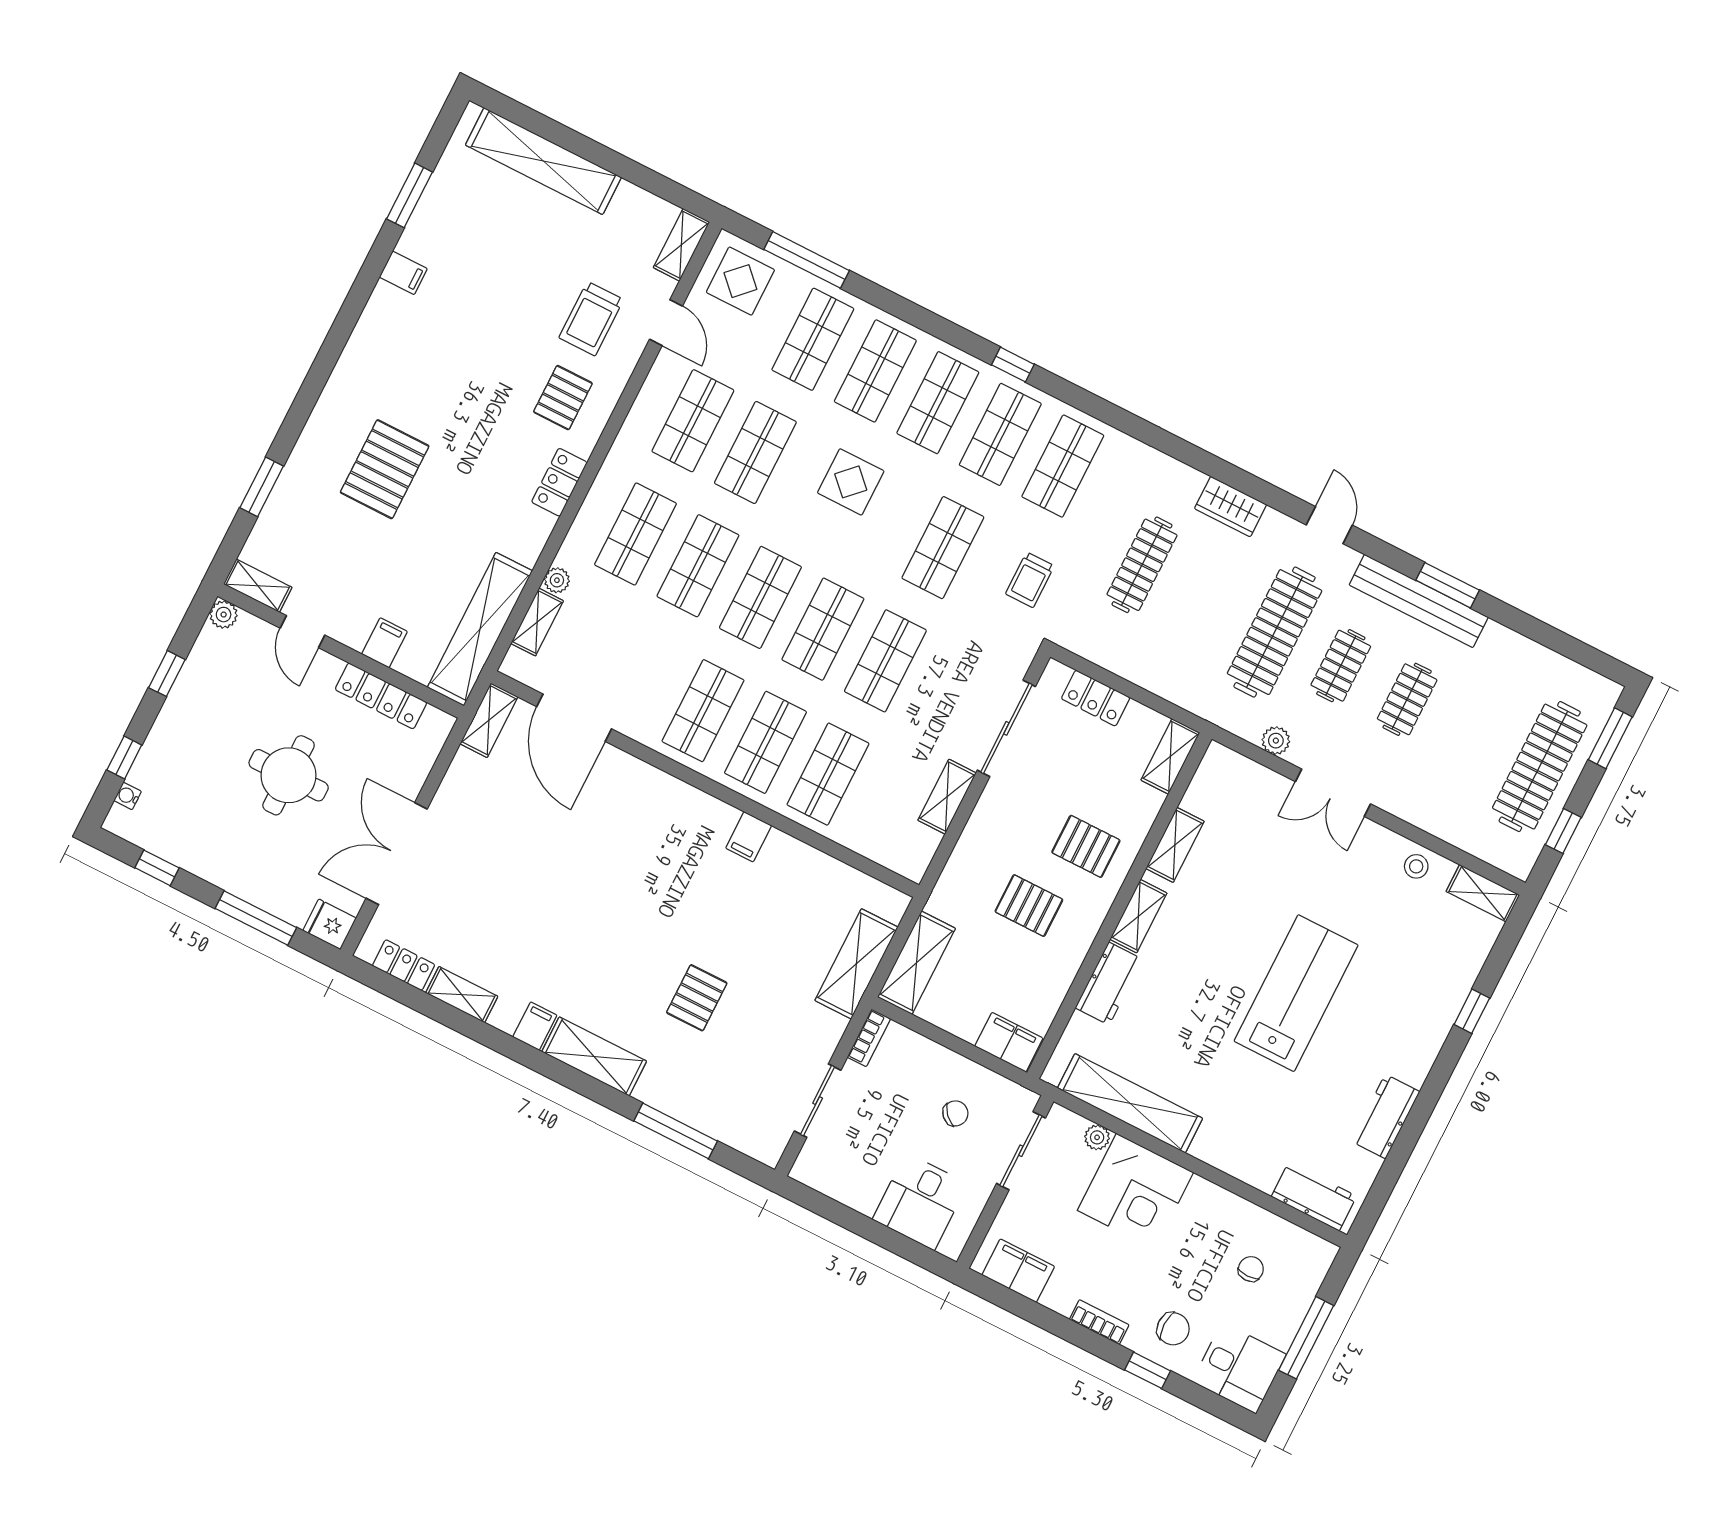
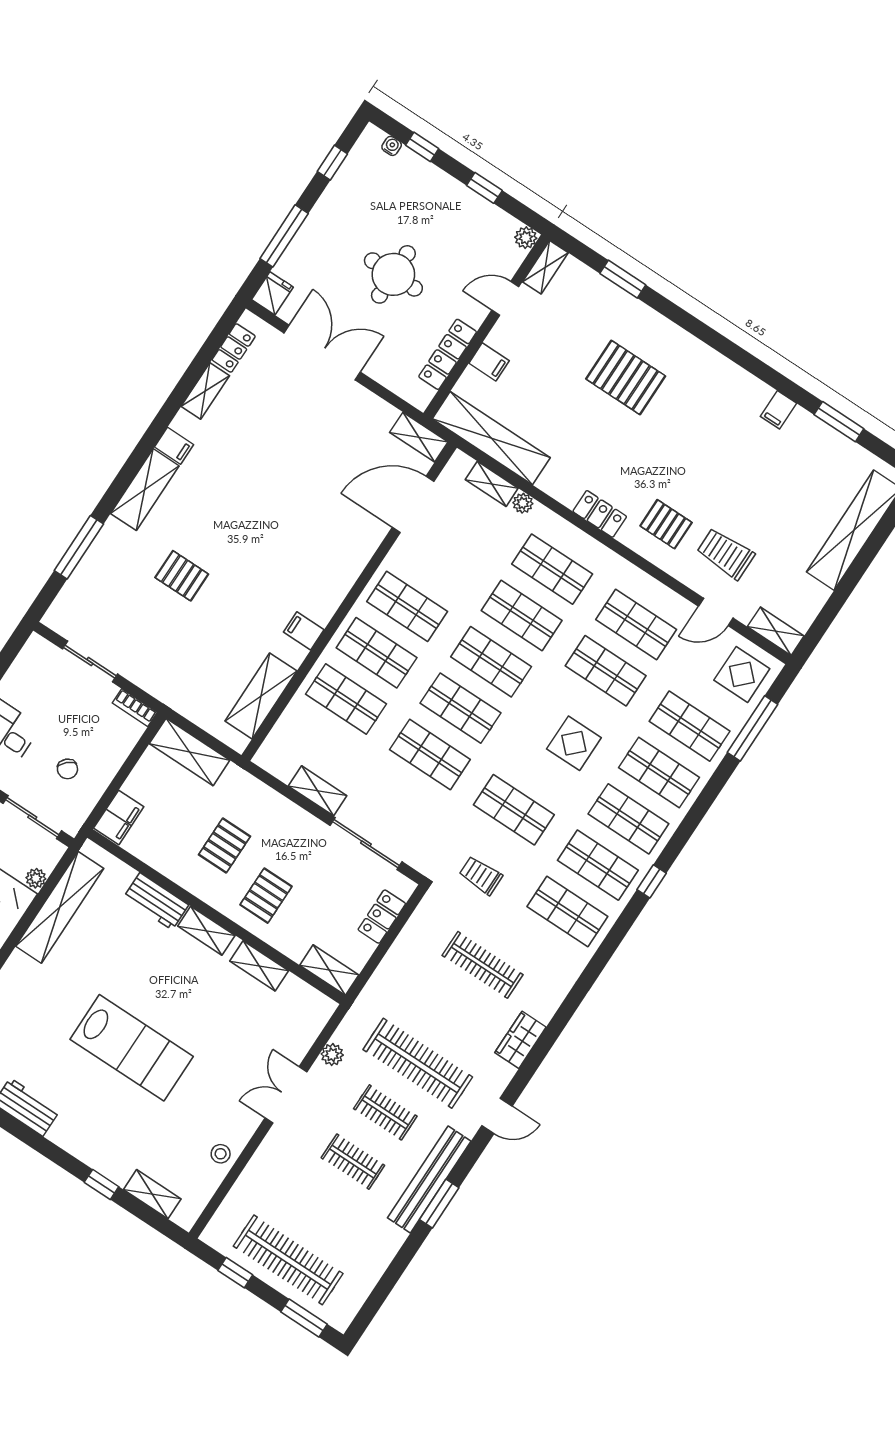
shelving: (1483, 893) -> (152, 1194), moved, turned 90
shelving: (856, 964) -> (261, 696), moved, turned 90

